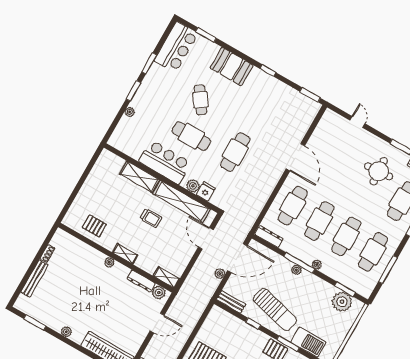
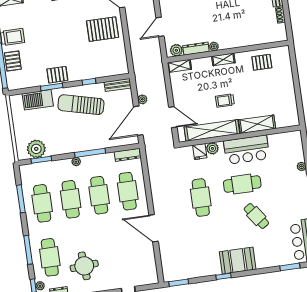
booth: (232, 67) -> (238, 261), moved
plant: (109, 262) -> (214, 46), moved
plant: (296, 270) -> (88, 146), removed

